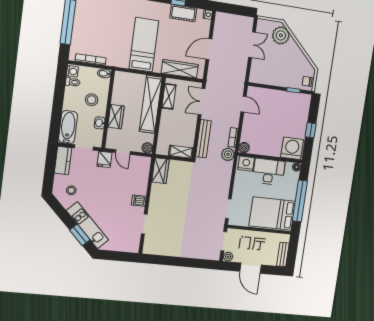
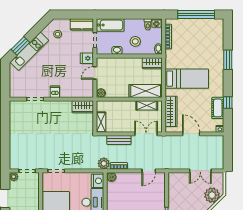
shelving: (151, 104) -> (146, 91), width x0.68
wardrobe: (116, 117) -> (152, 63), moved
bench: (203, 139) -> (119, 140), width x0.73

